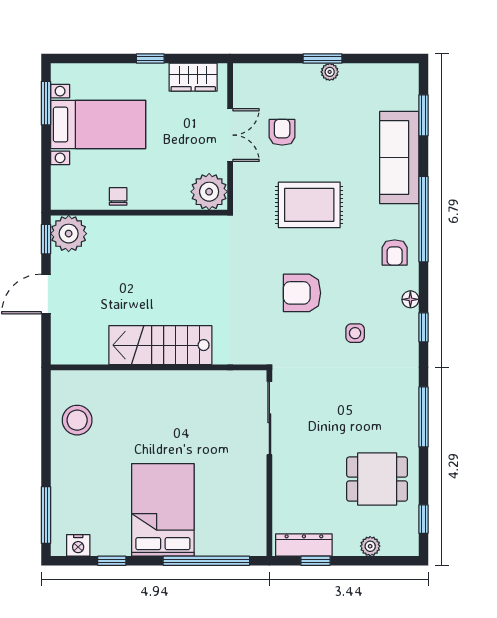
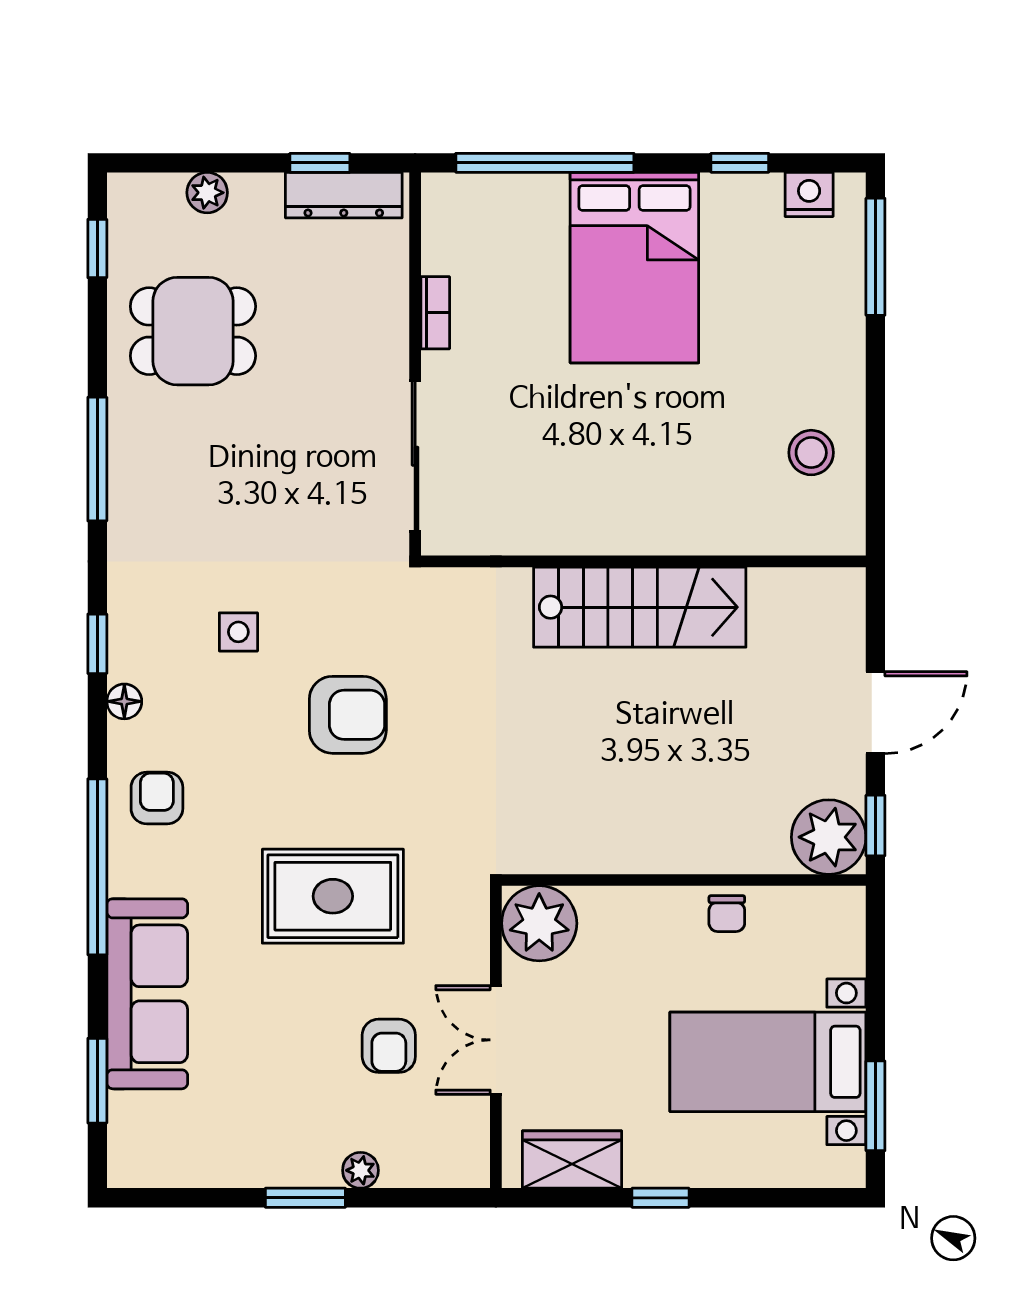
plant: (330, 72) -> (360, 1170), moved
stool: (77, 420) -> (811, 453), width x0.73, depth x0.73
bookcase: (260, 488) -> (435, 313), added

